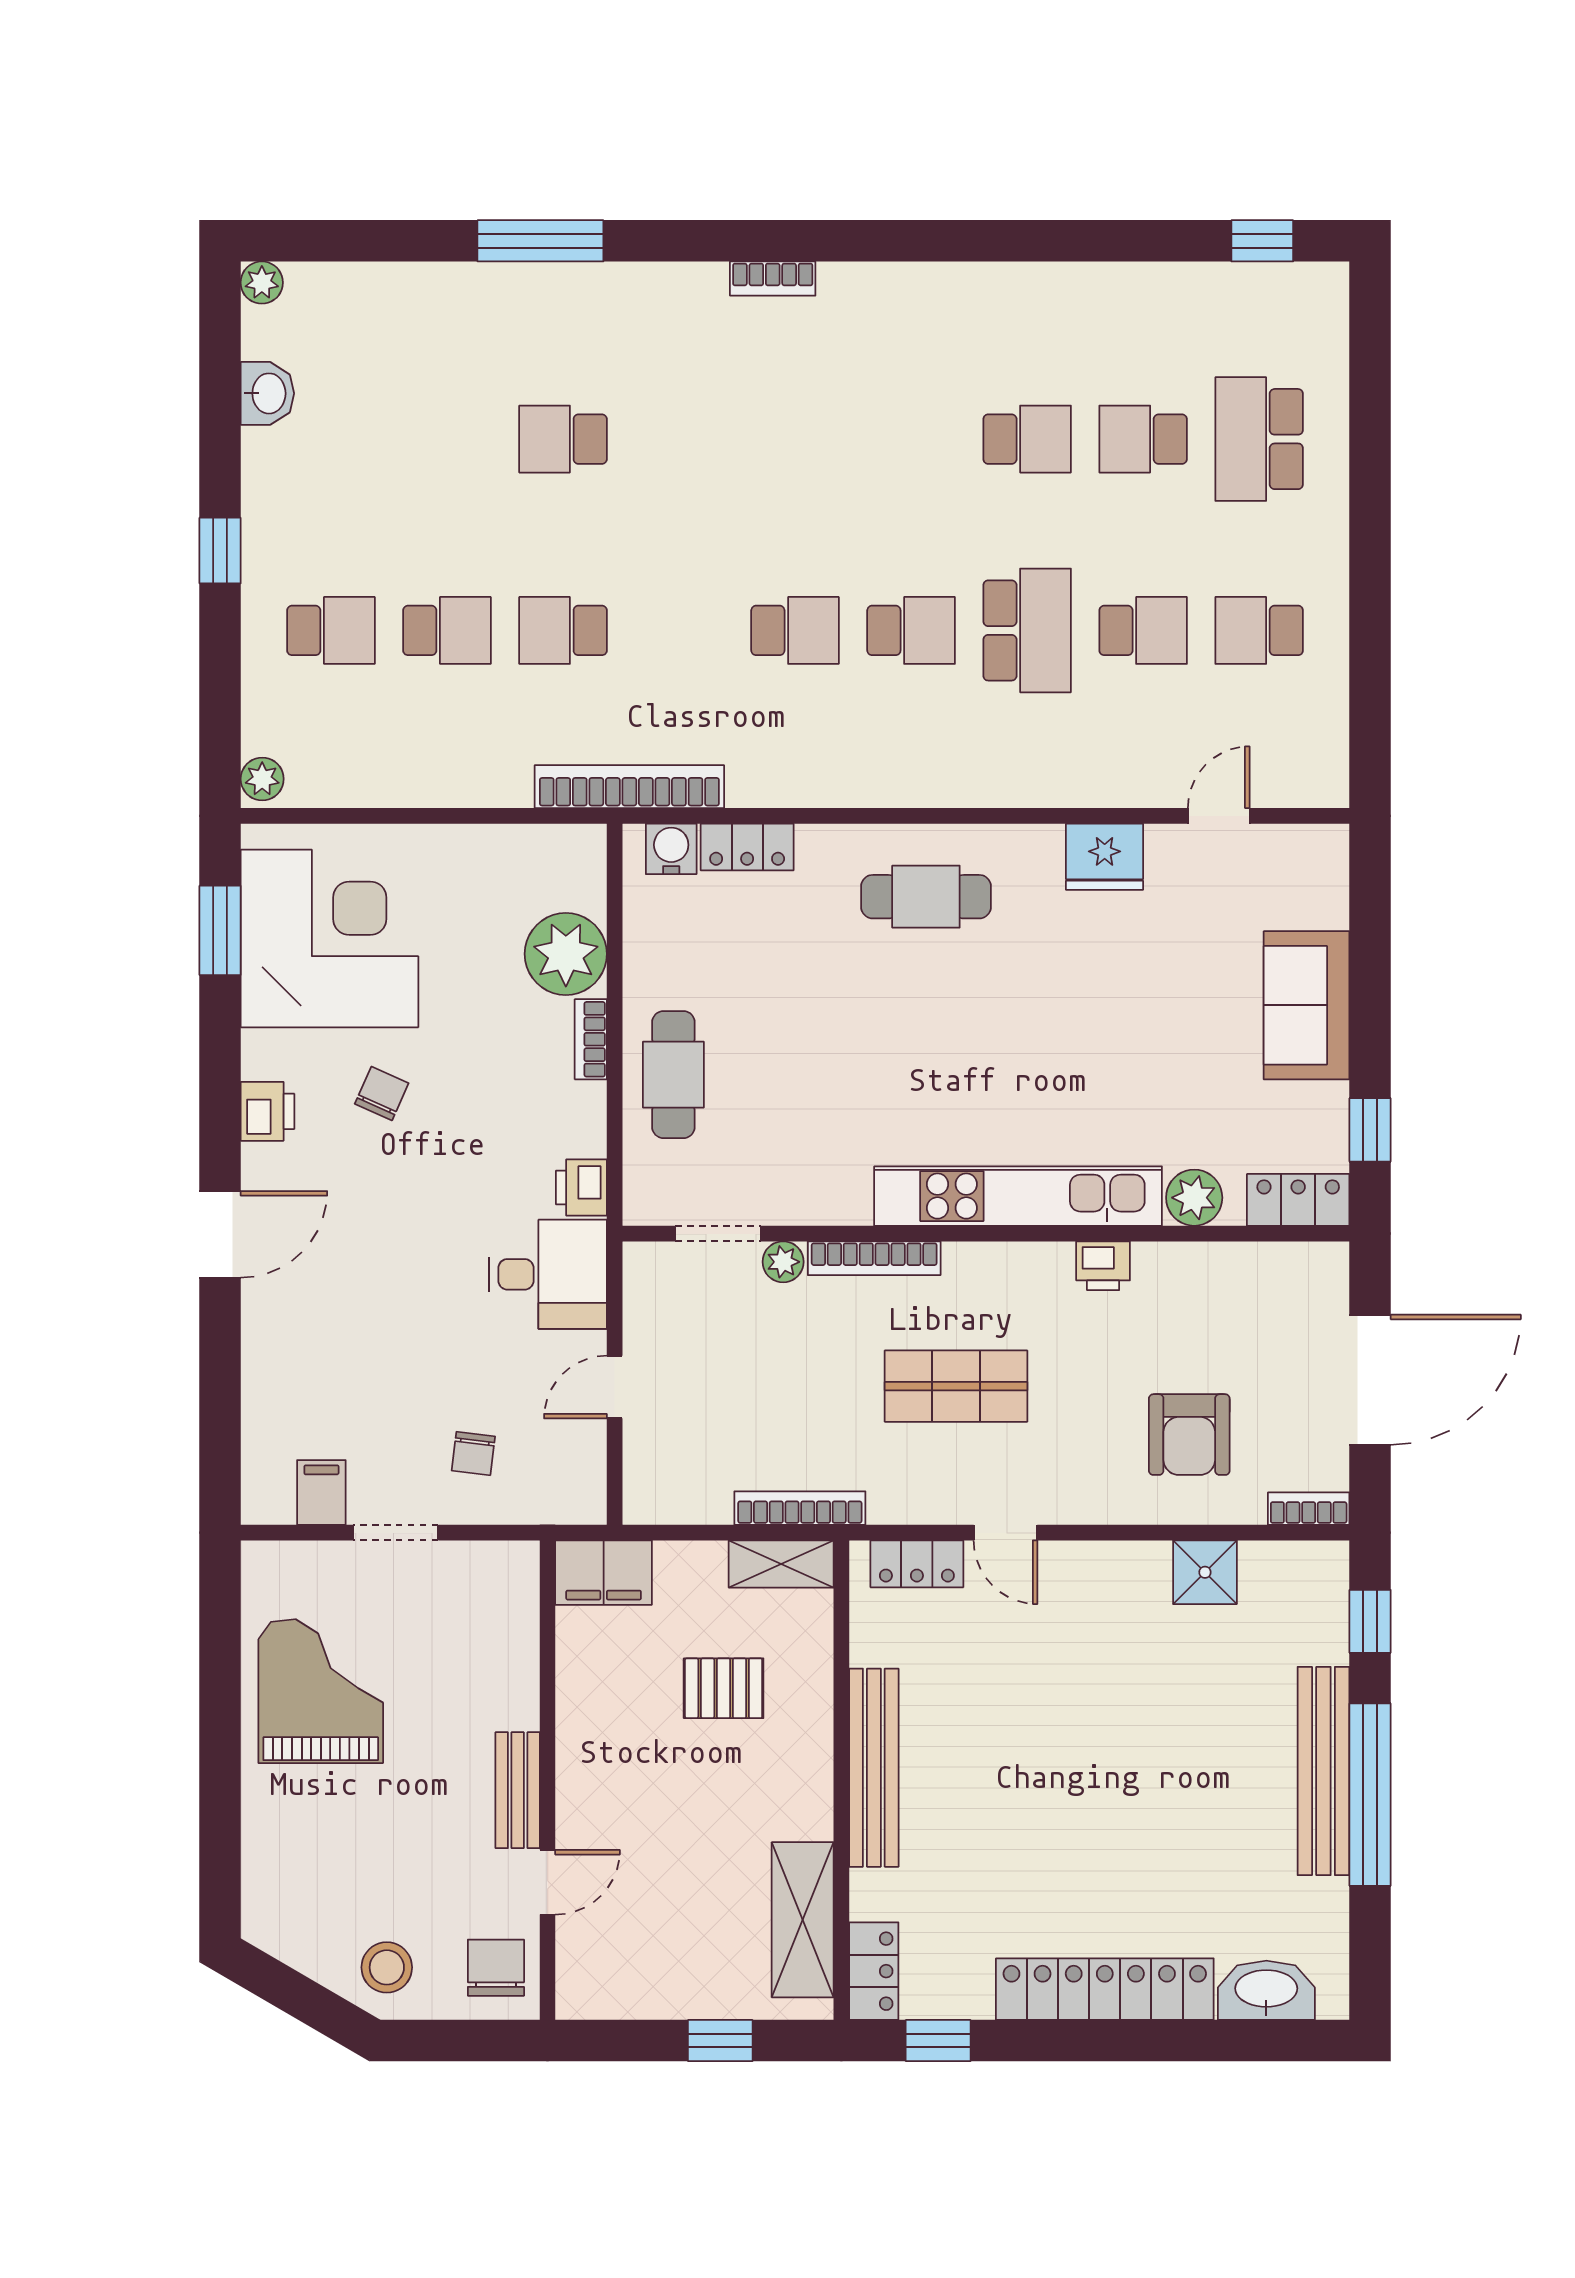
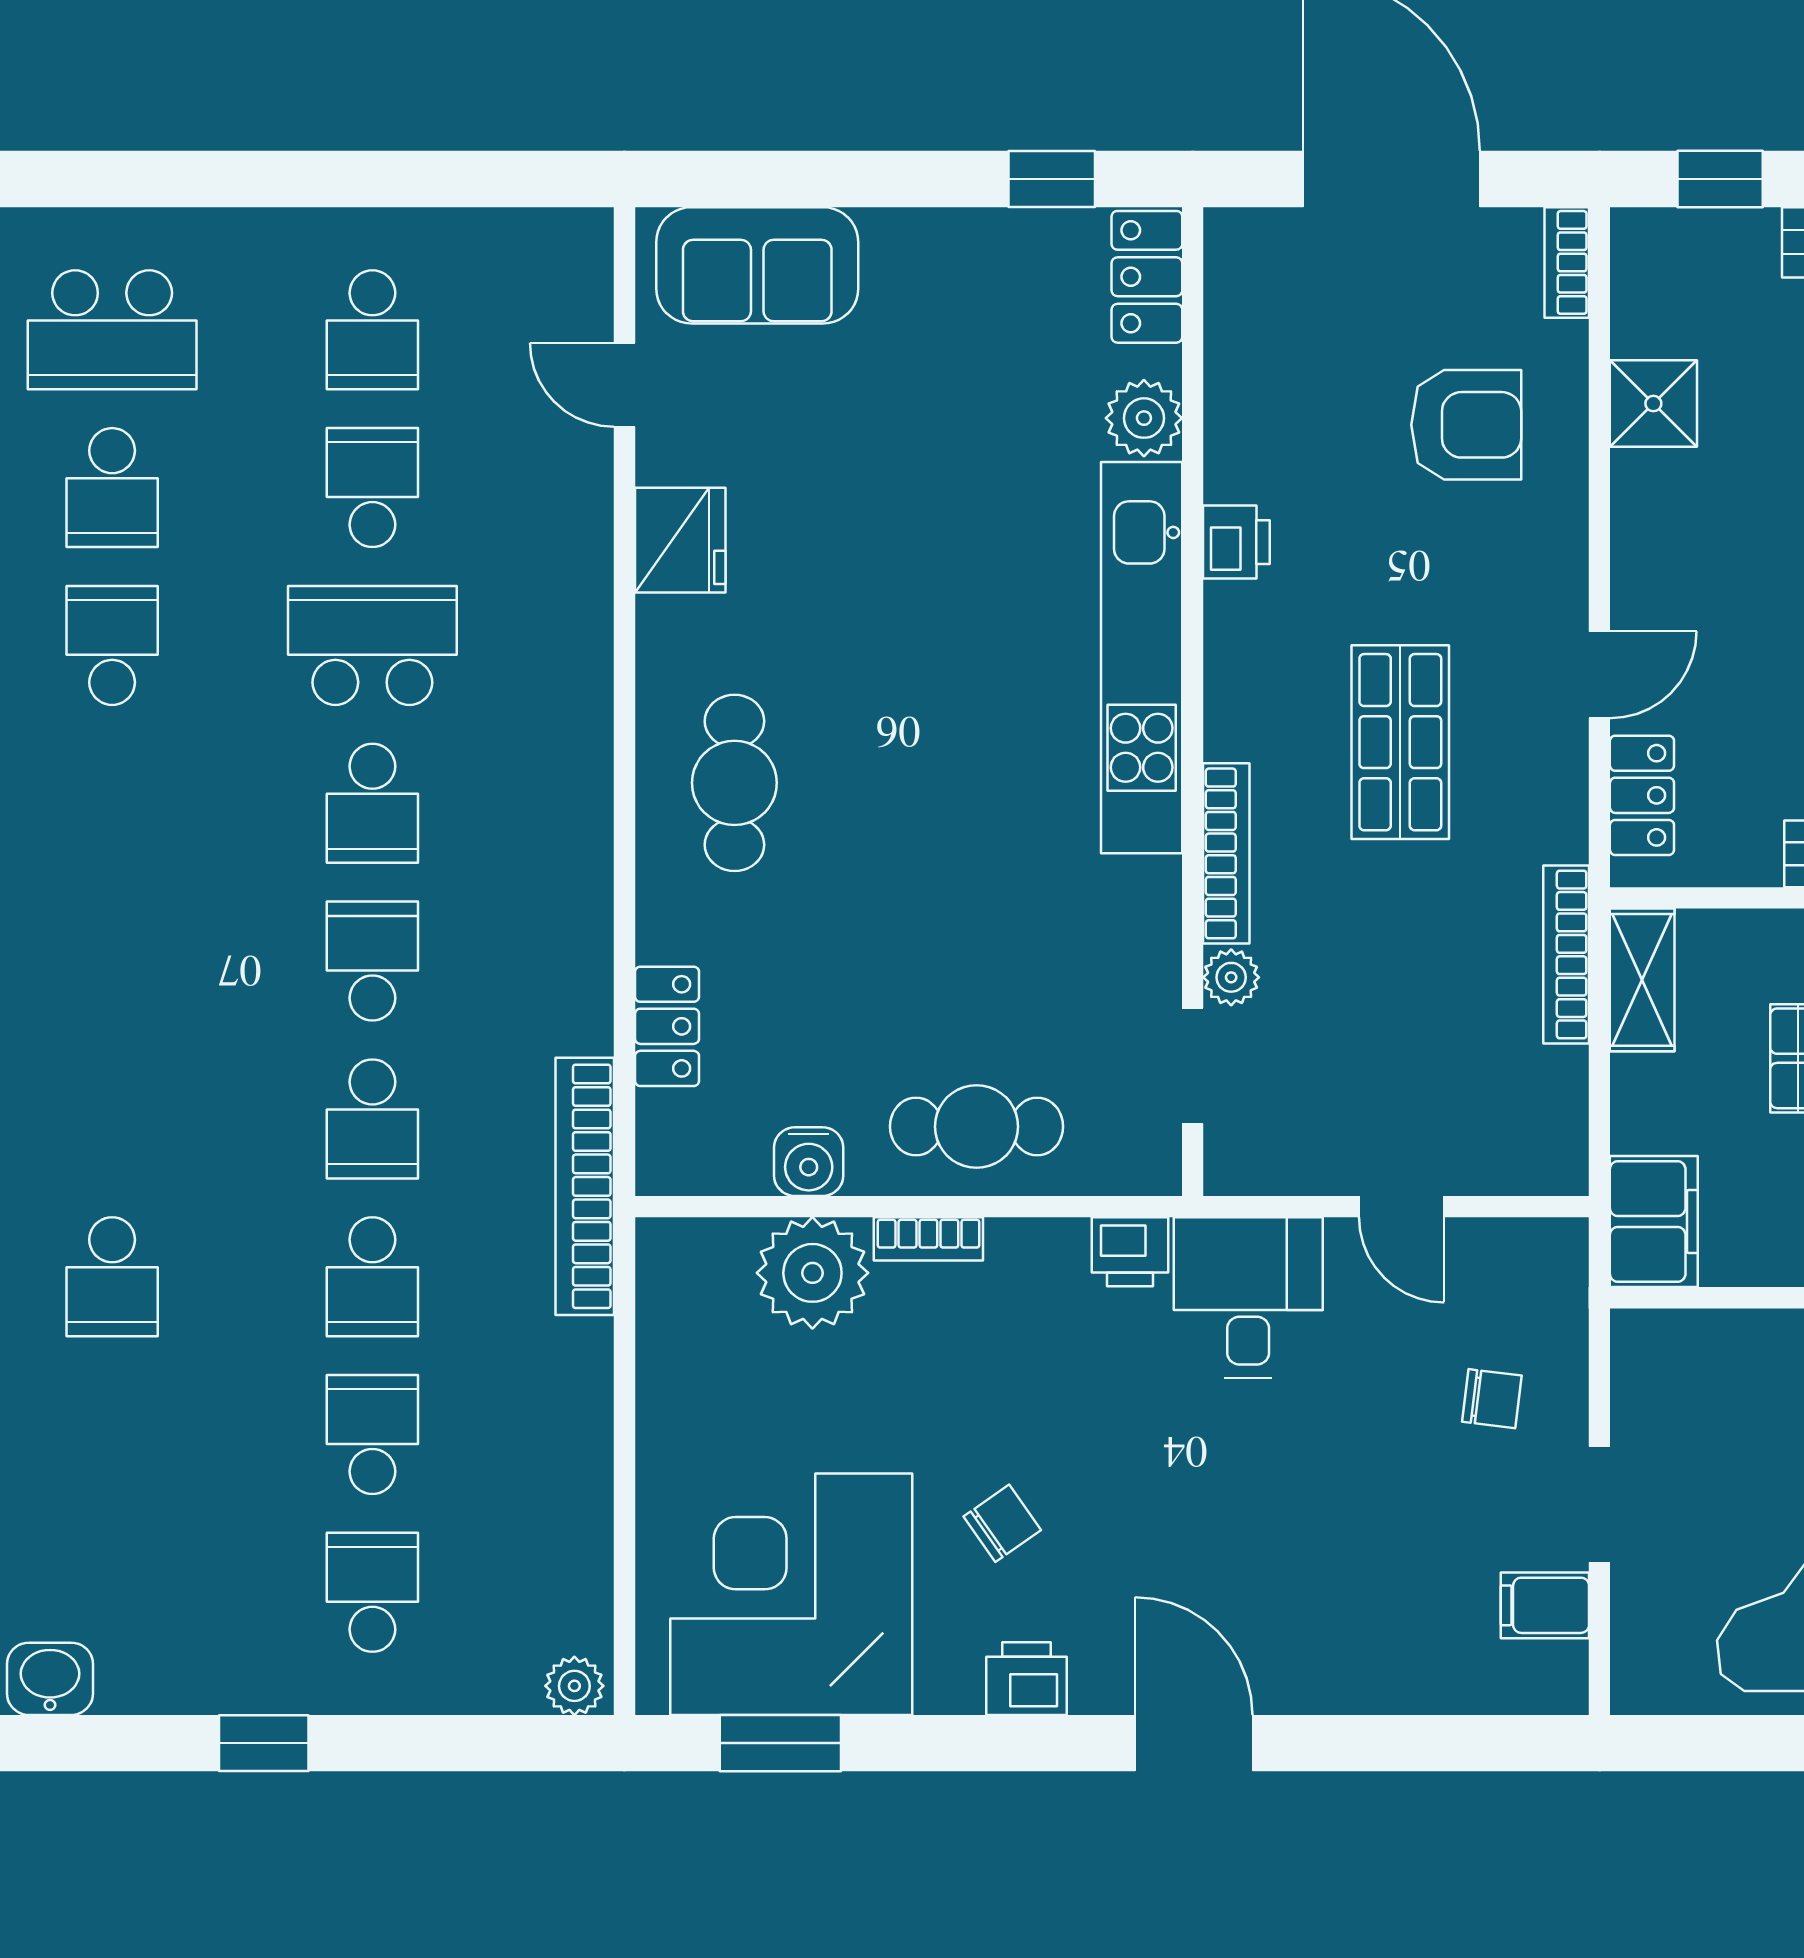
school desk: (679, 630) -> (372, 1119), added
school desk: (911, 630) -> (372, 803), turned 180
water cooler: (671, 849) -> (809, 1162), moved, turned -90
sofa: (1307, 1005) -> (757, 265), moved
chair: (382, 1093) -> (1002, 1523), turned 121

